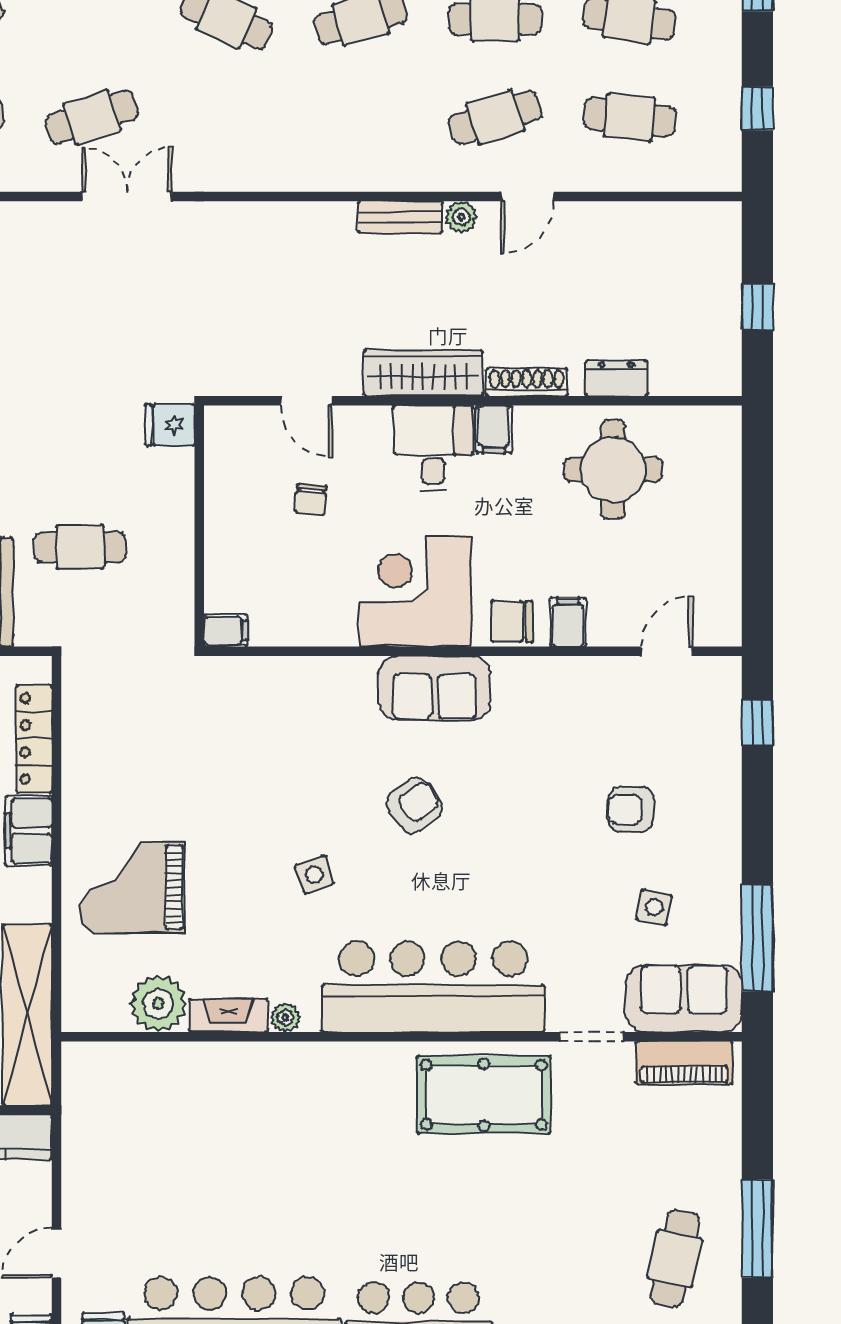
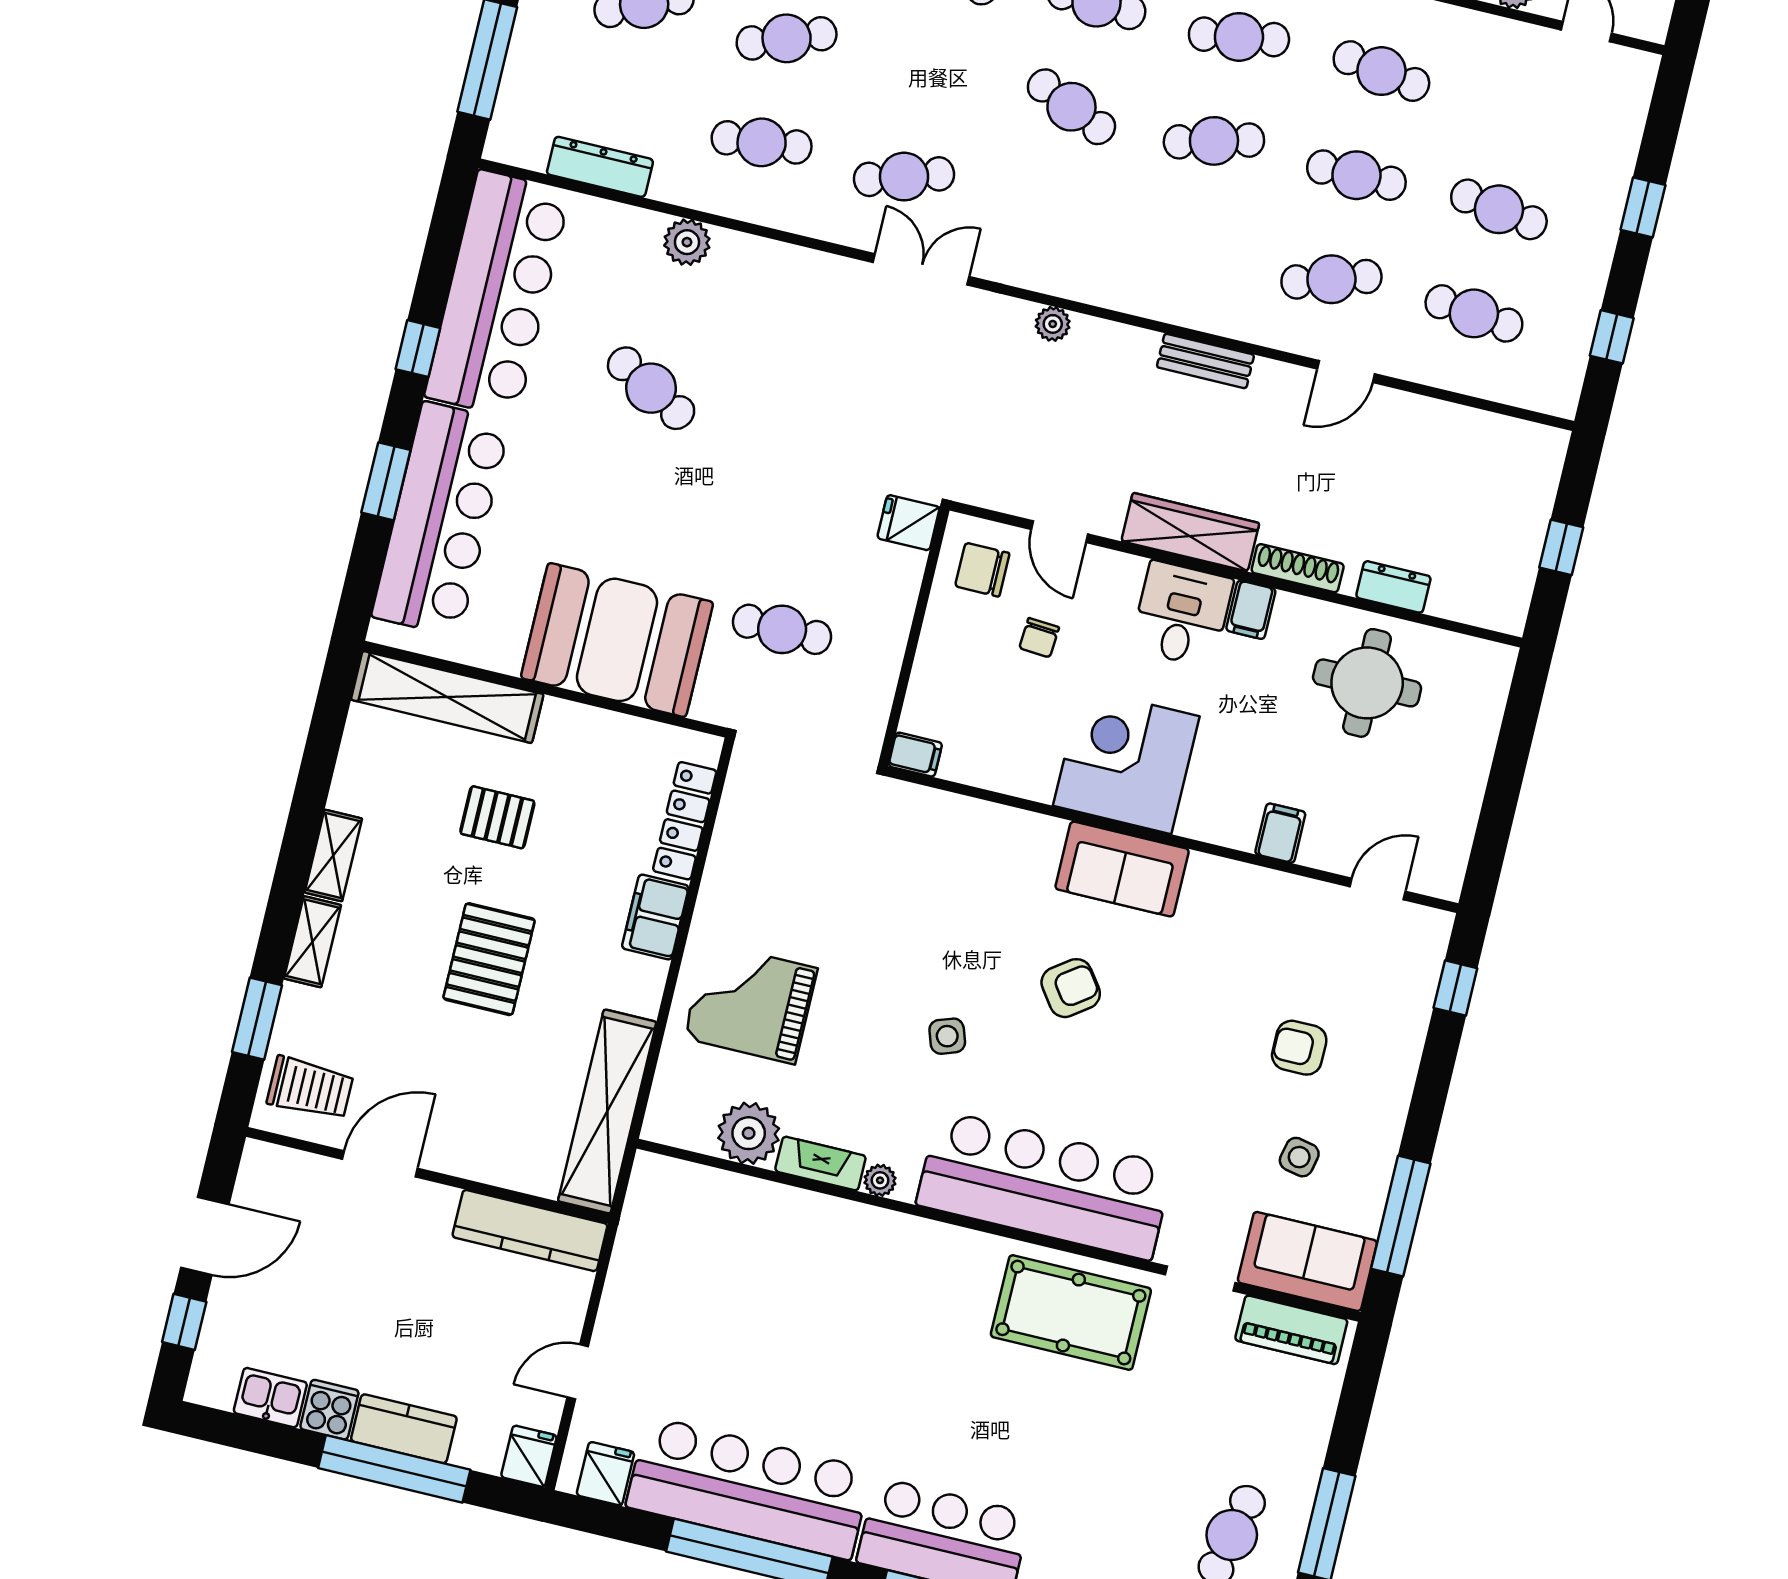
plant: (461, 217) -> (1053, 324), moved
chair: (512, 622) -> (982, 570), moved

